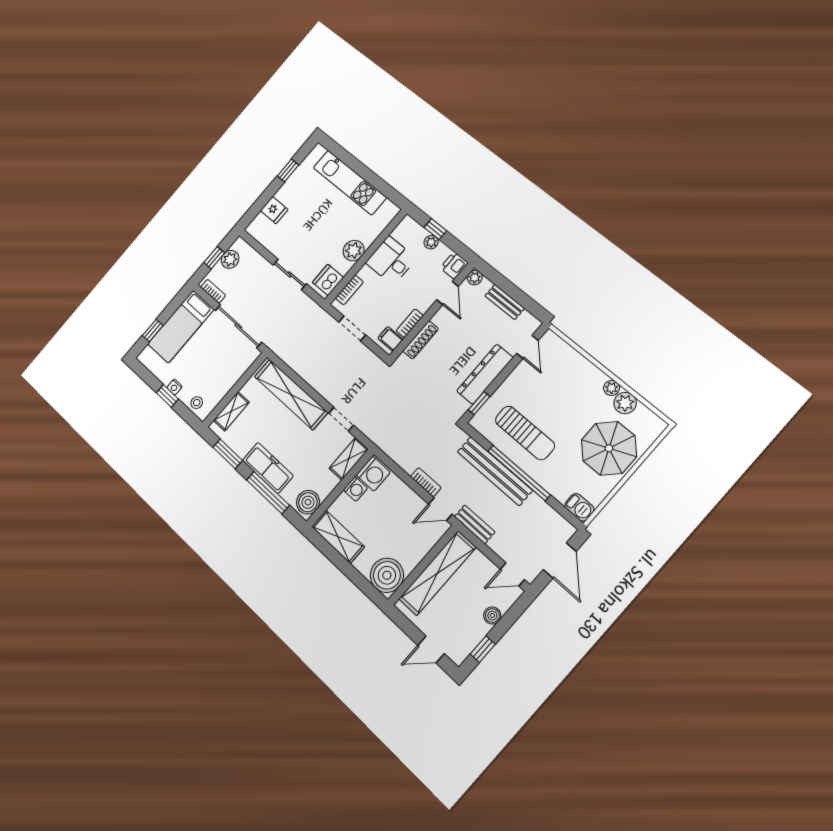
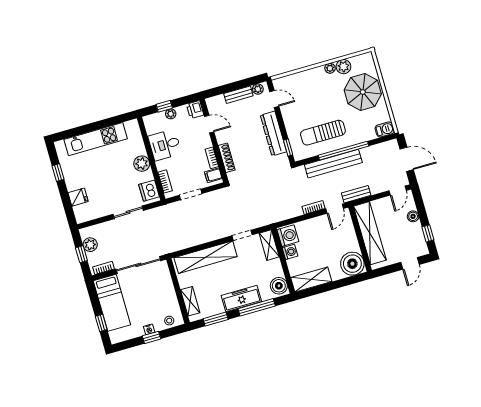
plant: (475, 278) -> (258, 89), moved
sun lounger: (525, 433) -> (323, 133), turned 180

